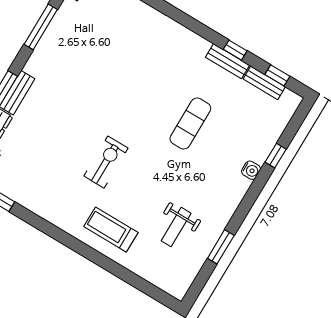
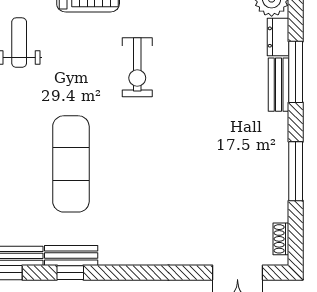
exercise mat: (190, 124) -> (71, 164), width x1.36, depth x1.45

